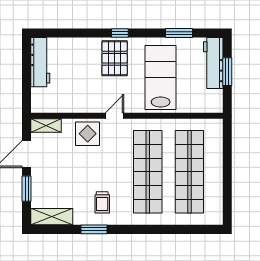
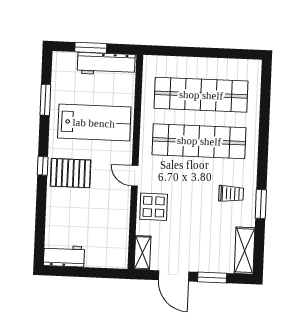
workbench: (40, 62) -> (64, 256), width x0.73
workbench: (213, 63) -> (106, 64), moved
lab bench: (161, 78) -> (94, 123), turned 180

